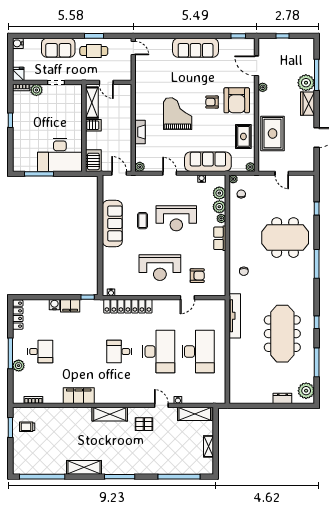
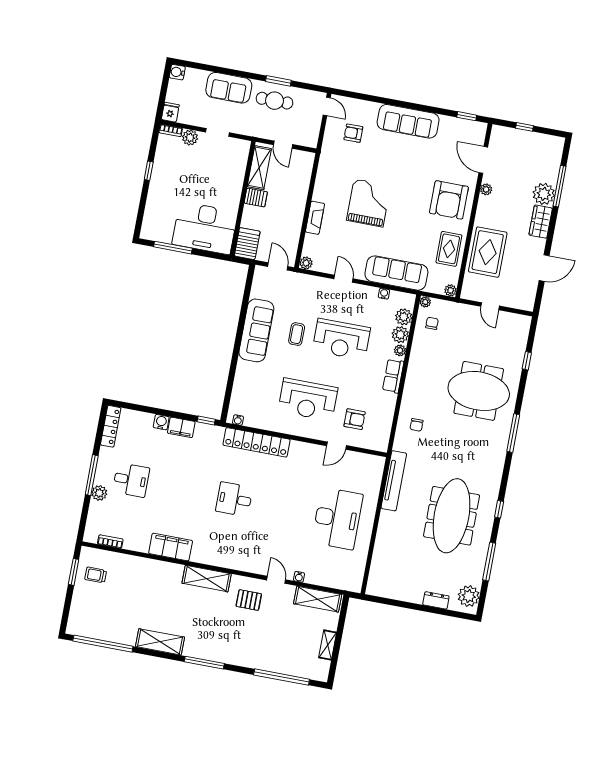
armchair: (212, 102) -> (353, 133), moved
desk: (159, 351) -> (286, 509), removed

